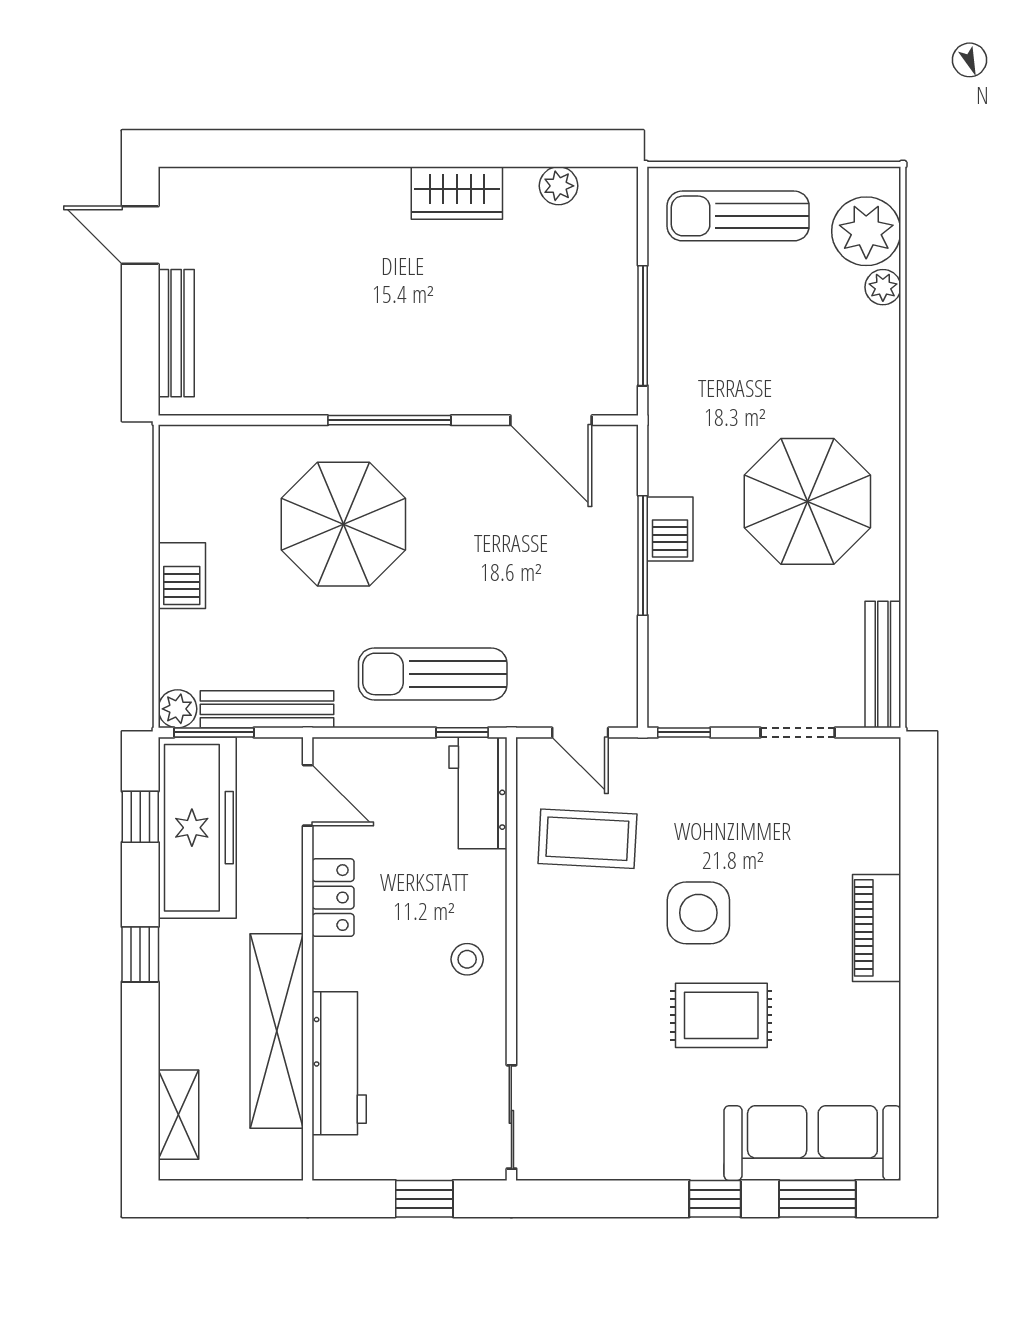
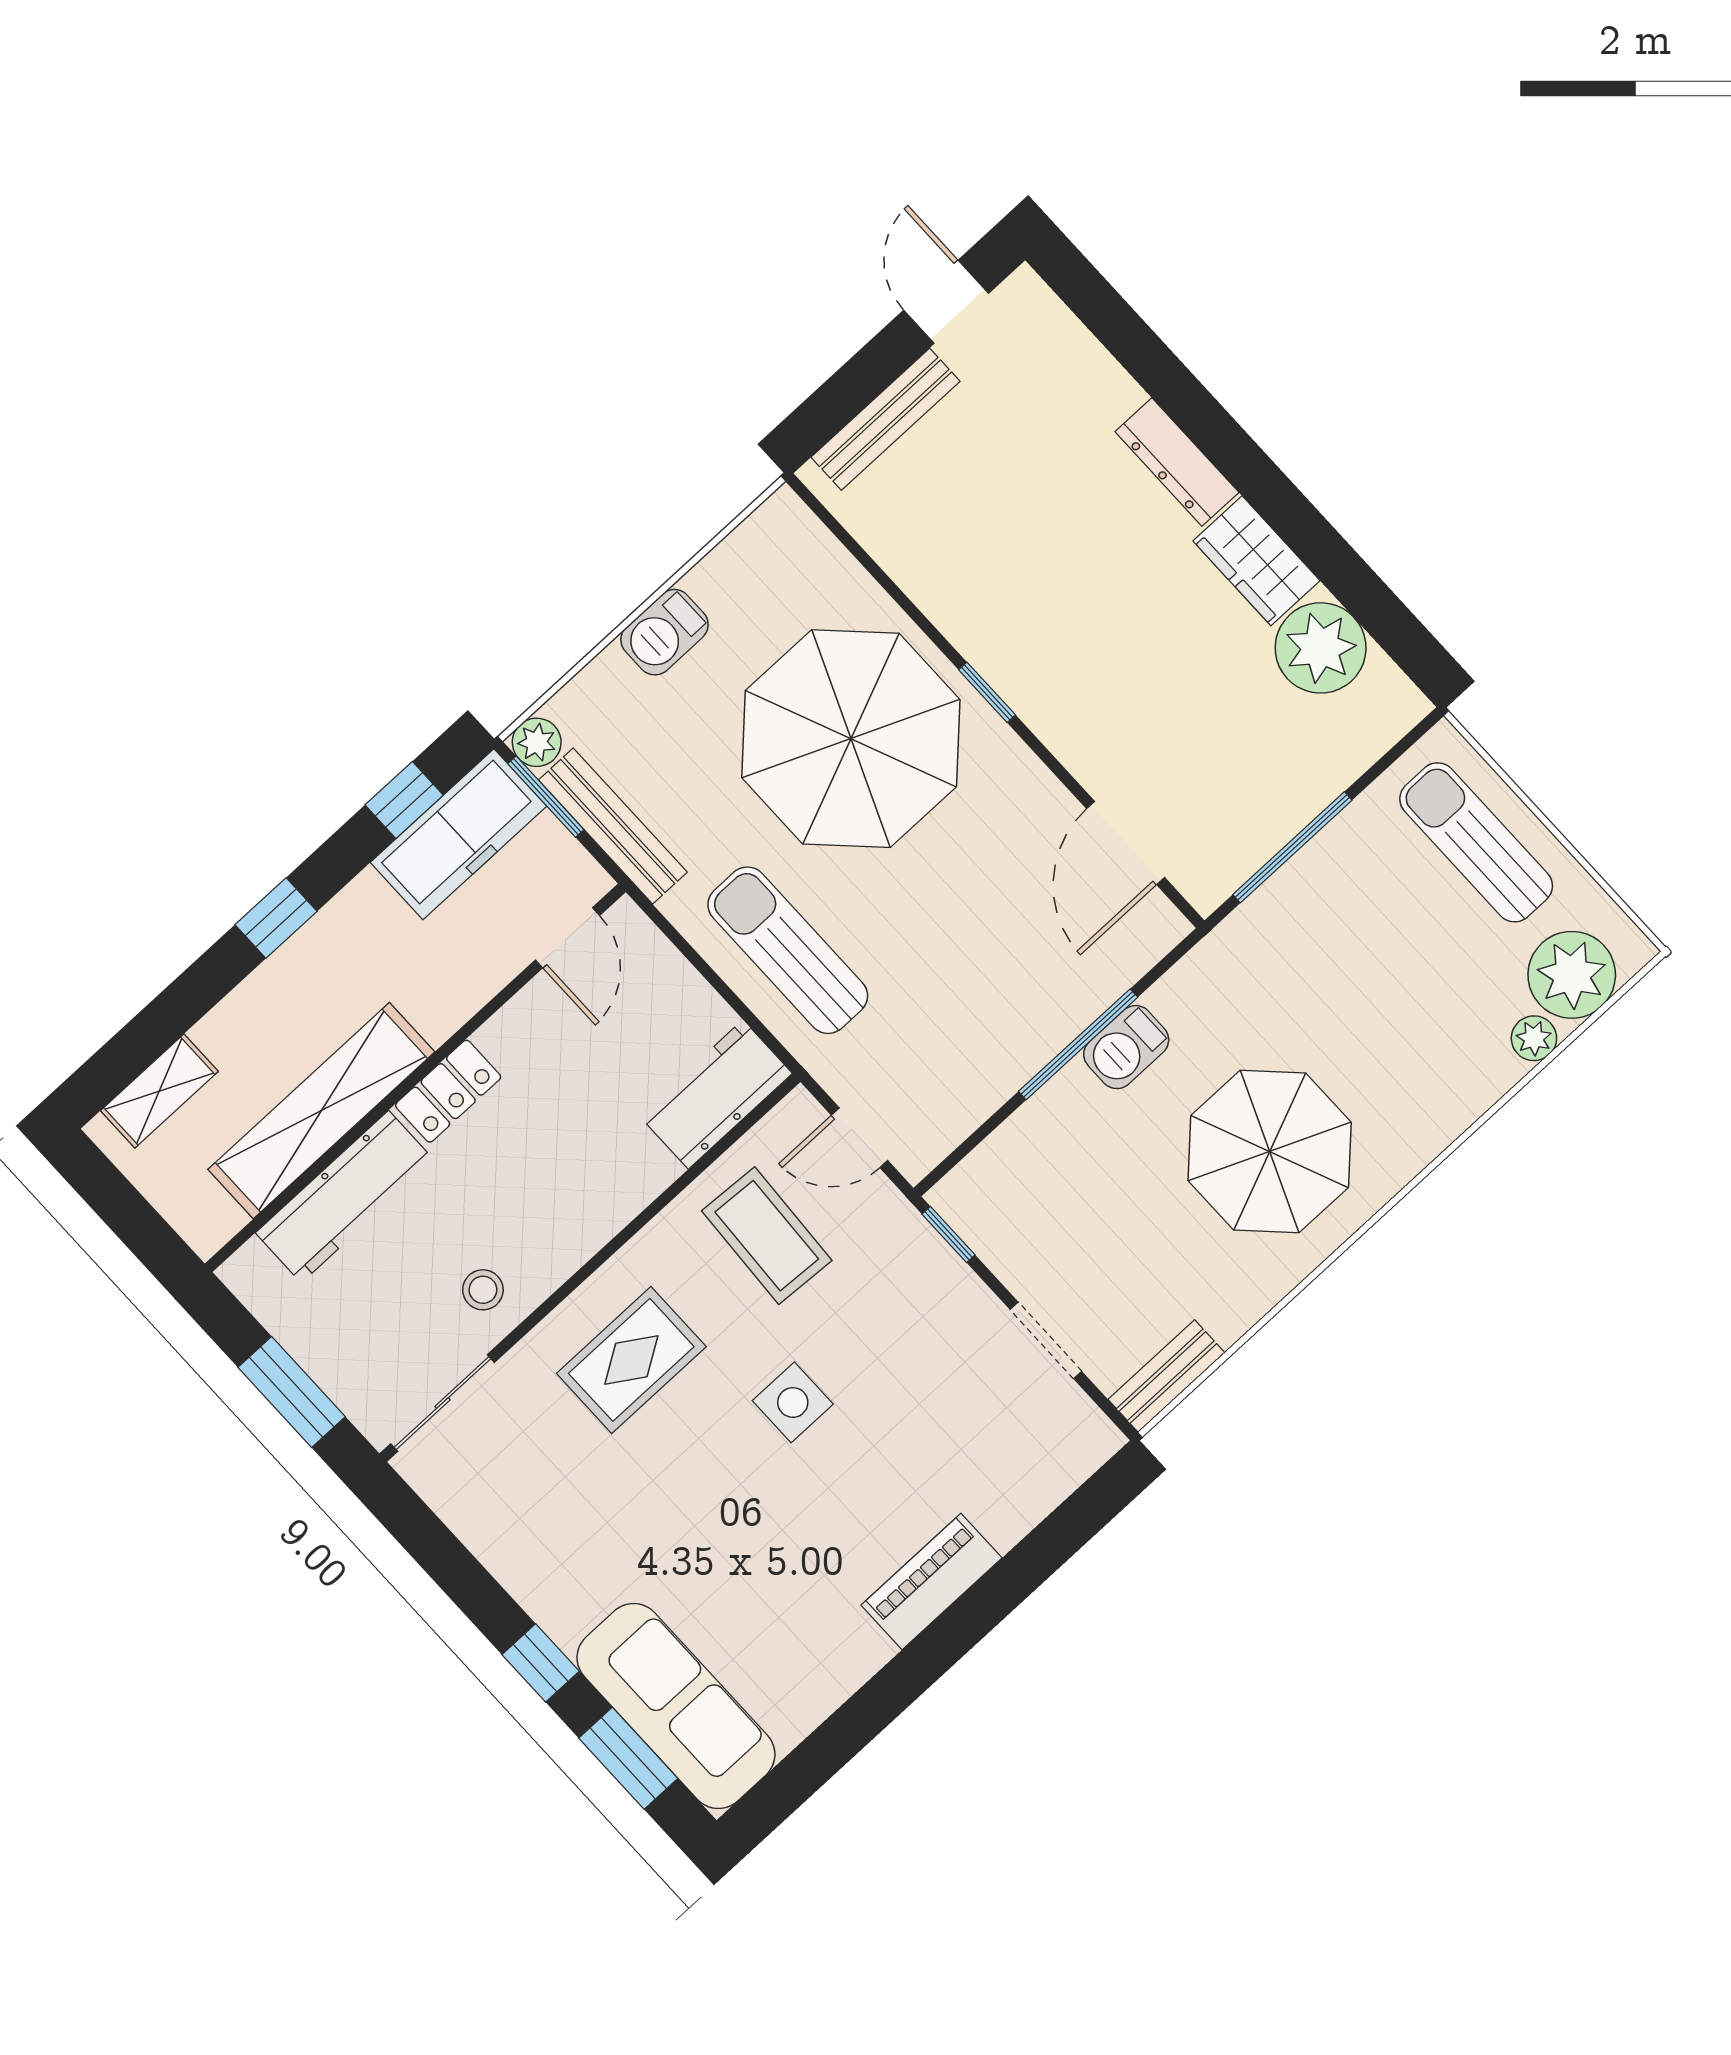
plant: (559, 186) -> (1321, 648), width x1.88, depth x1.88
dresser: (357, 187) -> (1177, 462), added
window: (389, 420) -> (987, 692), width x0.46
parasol: (343, 524) -> (851, 739), width x1.36, depth x1.36
bench: (883, 665) -> (1167, 1376), width x0.73
window: (462, 732) -> (758, 1028), removed
door: (580, 732) -> (860, 1138), hinge flipped
freezer: (197, 828) -> (458, 834), width x0.73, depth x0.79
locker: (333, 898) -> (448, 1091), moved
side table: (698, 913) -> (793, 1402), width x0.73, depth x0.73
stool: (467, 959) -> (483, 1290), moved
rug: (721, 1015) -> (631, 1360), moved, turned 90
window: (424, 1199) -> (292, 1392), width x1.50

